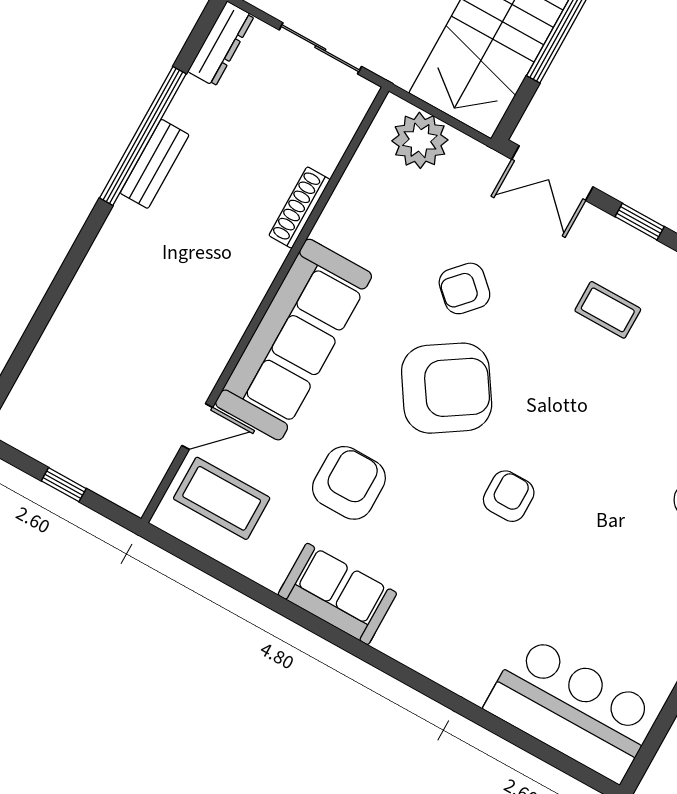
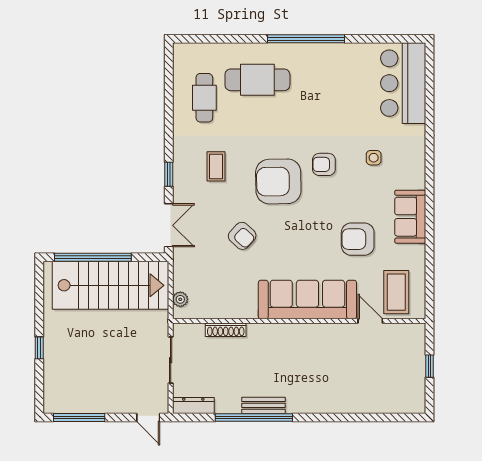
plant: (420, 140) -> (180, 299), width x0.53, depth x0.53
shoe rack: (299, 208) -> (226, 330), moved
armchair: (447, 388) -> (278, 181), moved, turned -58
side table: (473, 588) -> (374, 158), added

